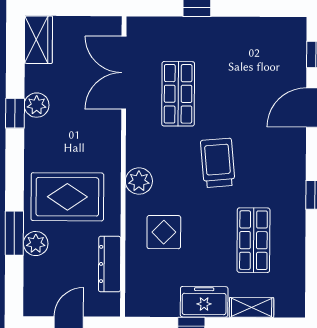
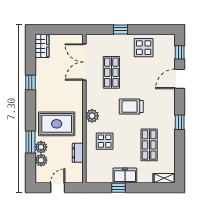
display table: (243, 44) -> (144, 48), added
plant: (37, 105) -> (41, 160), moved
trolley: (218, 163) -> (131, 107), turned -85
dresser: (110, 264) -> (78, 153), width x0.70
shelving: (252, 307) -> (164, 178), moved

